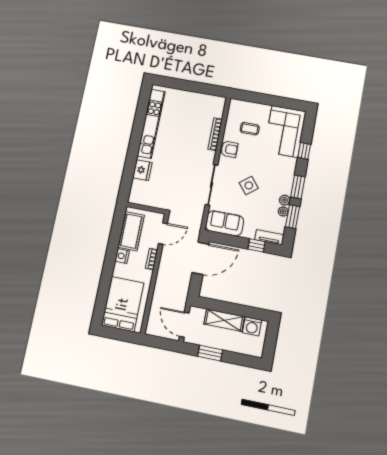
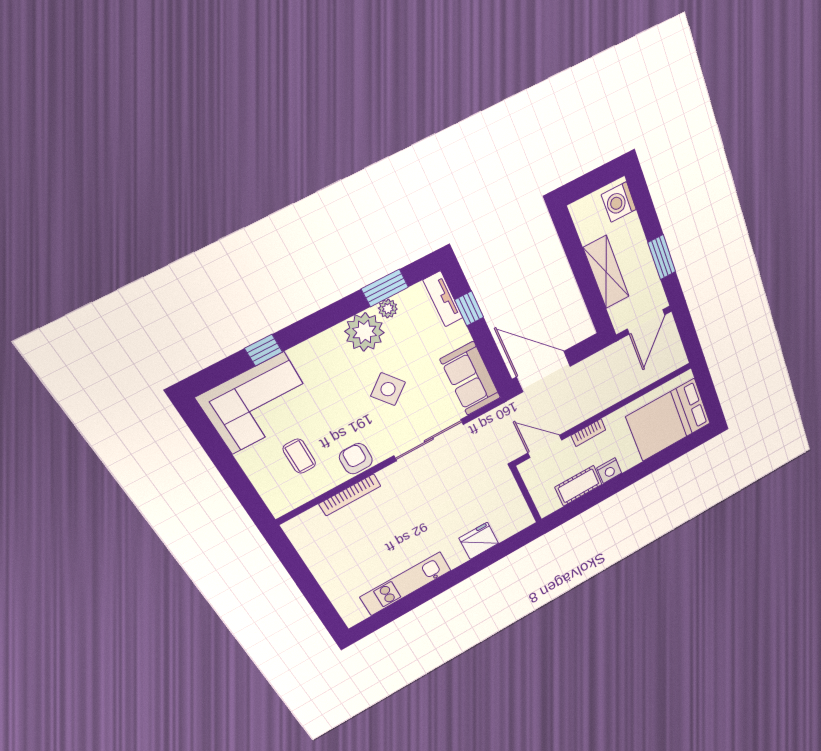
kitchen unit: (151, 124) -> (406, 584), width x0.73
window: (298, 187) -> (331, 316), removed
plant: (285, 200) -> (365, 332), width x1.88, depth x1.88
cot: (131, 231) -> (579, 486), width x0.73, depth x0.75
washing machine: (252, 326) -> (619, 202), moved, turned 180

